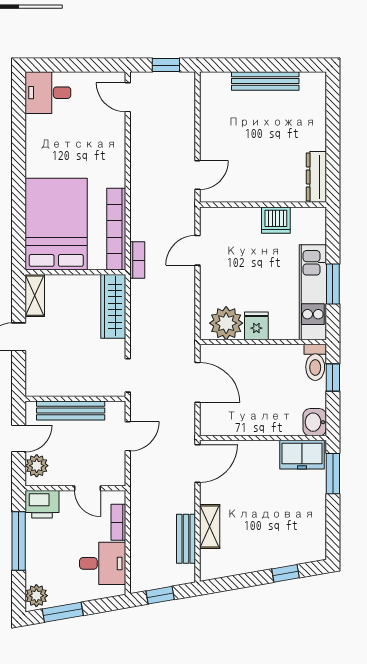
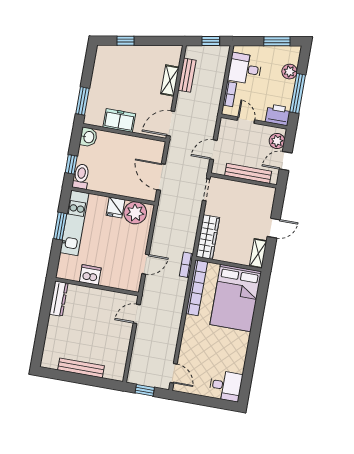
freezer: (302, 455) -> (119, 120), moved
plant: (36, 596) -> (289, 72), moved

